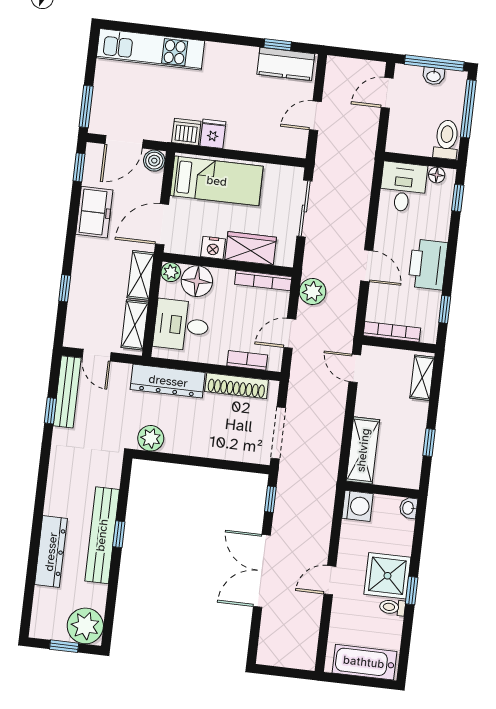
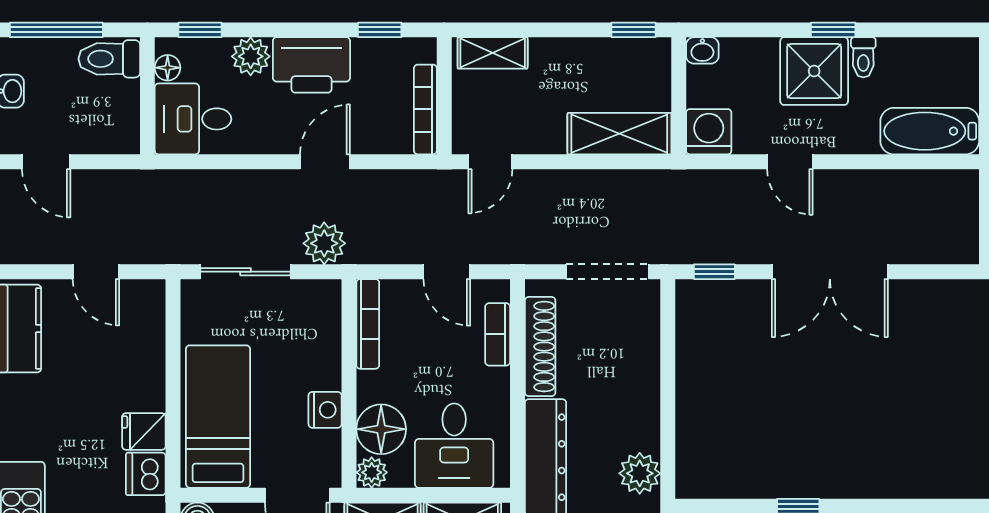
plant: (438, 227) -> (251, 56), added
wardrobe: (251, 248) -> (319, 350), removed
plant: (313, 292) -> (324, 243), moved
window: (429, 443) -> (634, 30), moved
door: (330, 580) -> (790, 162), moved
bathtub: (364, 662) -> (930, 131), moved, turned 90

